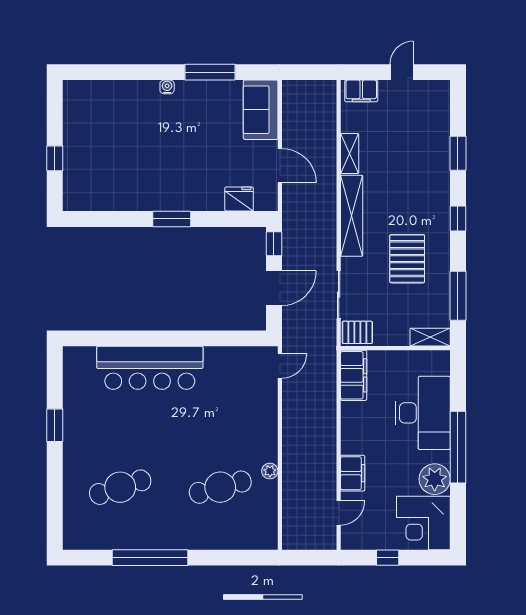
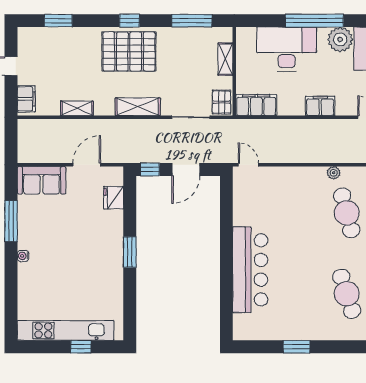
kitchen unit: (75, 140) -> (66, 330), added
window: (458, 153) -> (58, 21), moved
shelving: (352, 216) -> (138, 107), width x0.68
pallet: (407, 259) -> (129, 51), moved, width x1.37, depth x1.41
door: (274, 288) -> (186, 169), swing flipped
shelving: (430, 337) -> (225, 59), moved
filing cabinet: (353, 473) -> (320, 106), moved

